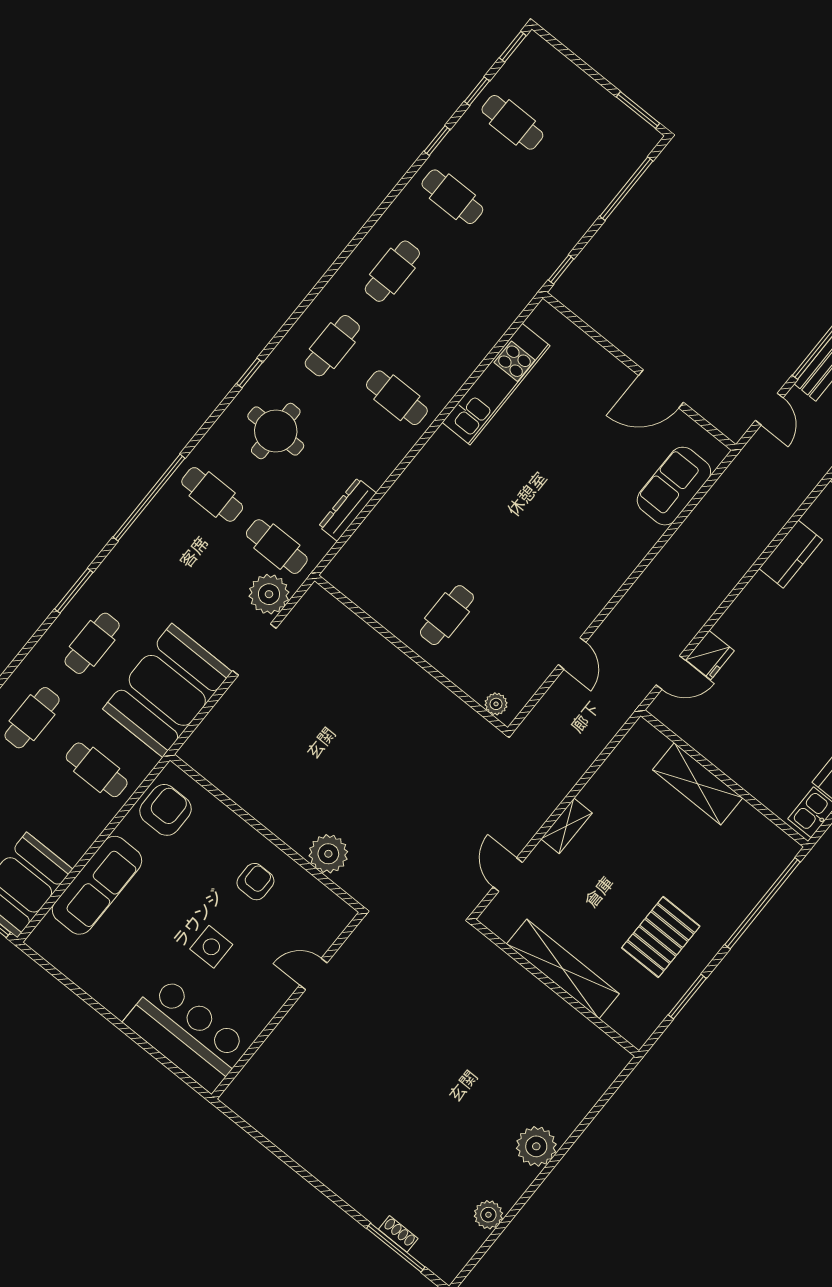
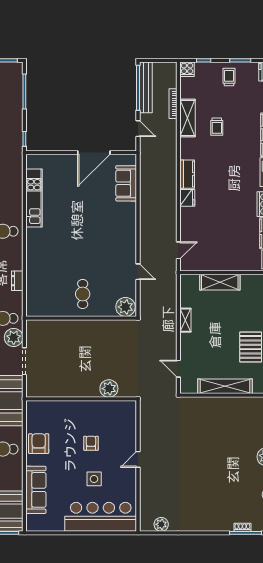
door: (661, 389) -> (94, 153), width x1.36
dresser: (347, 510) -> (17, 281), width x0.70
fridge: (710, 655) -> (187, 198), moved
plant: (496, 704) -> (125, 307), width x1.87, depth x1.87
shelving: (567, 826) -> (185, 320), moved
wall: (267, 833) -> (81, 399), moved
plant: (328, 854) -> (109, 389), moved
bar counter: (187, 1034) -> (101, 517), width x1.36
plant: (263, 1117) -> (161, 524), added

